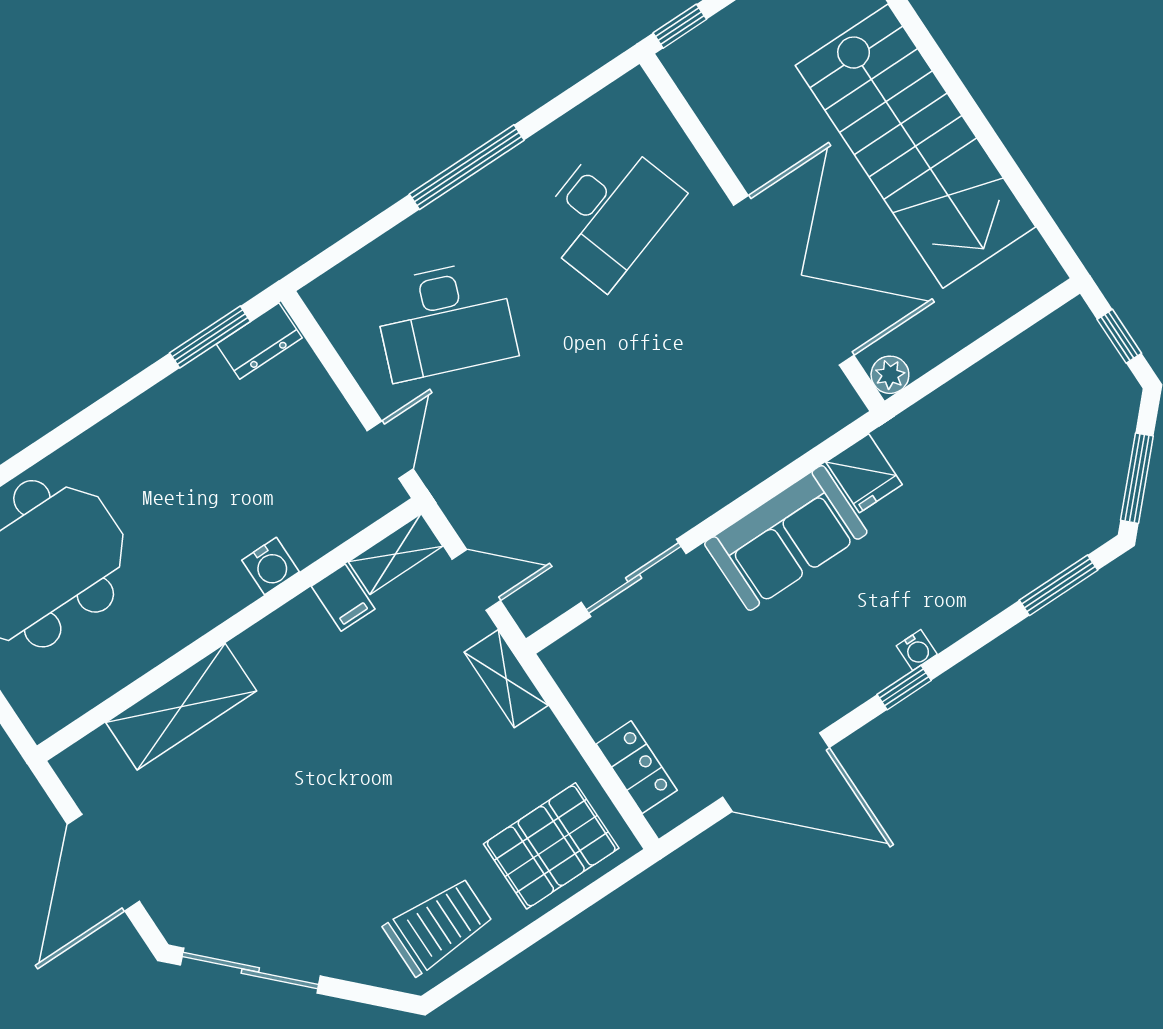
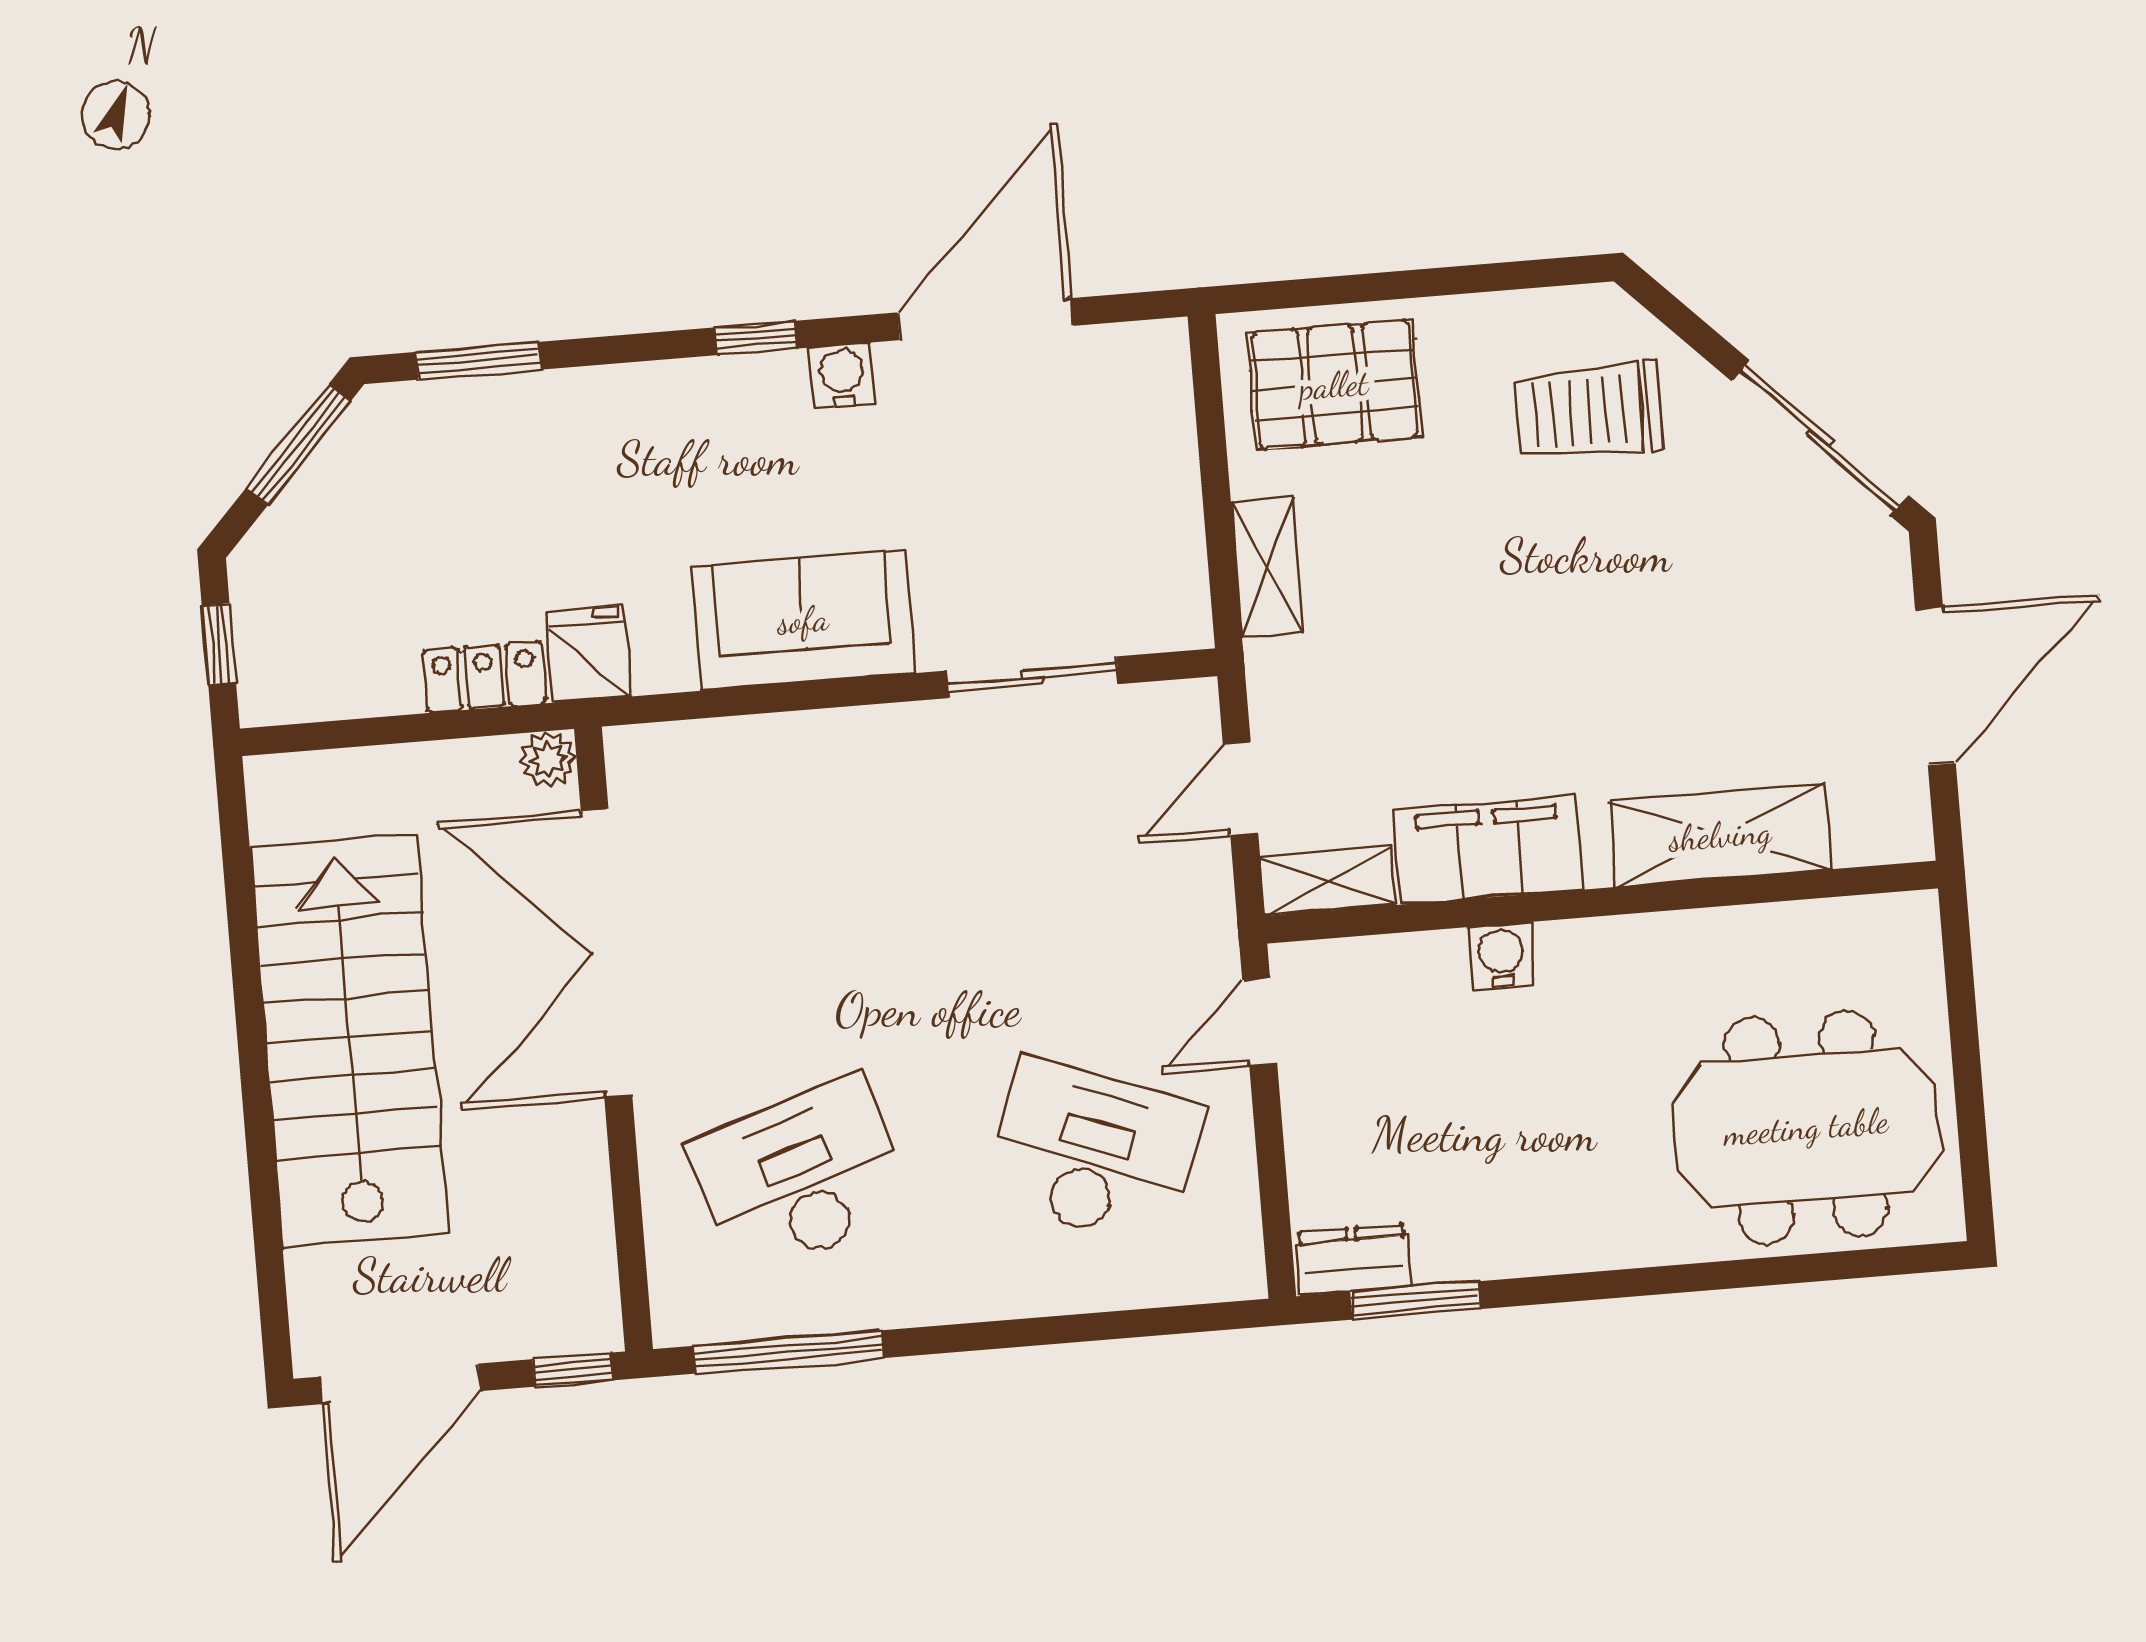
window: (467, 167) -> (788, 1352), moved
fridge: (864, 473) -> (589, 654), moved
door: (476, 580) -> (1241, 789), hinge flipped
filing cabinet: (343, 598) -> (1489, 850), width x3.00, depth x1.17
water cooler: (917, 650) -> (842, 376), moved, width x1.38, depth x1.38
shelving: (506, 679) -> (1267, 567), moved
locker: (637, 767) -> (484, 677), moved, turned 90
door: (776, 772) -> (985, 319), hinge flipped
trolley: (438, 926) -> (1589, 411), moved

